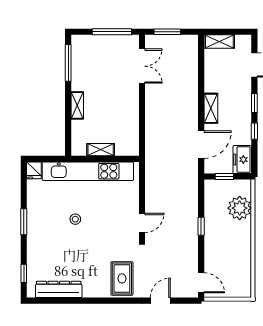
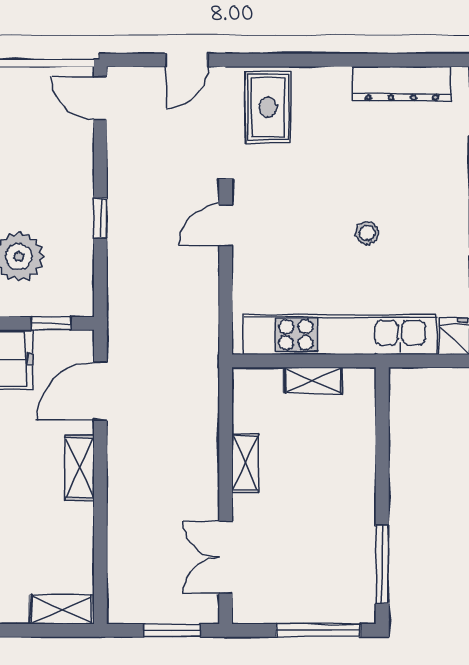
window: (112, 32) -> (318, 630), moved
shelving: (77, 105) -> (245, 463), moved

